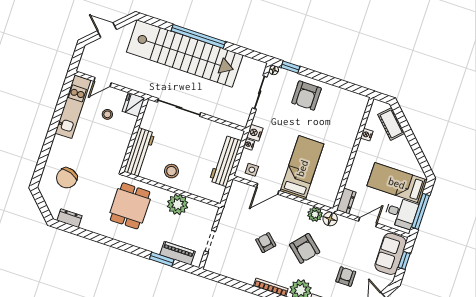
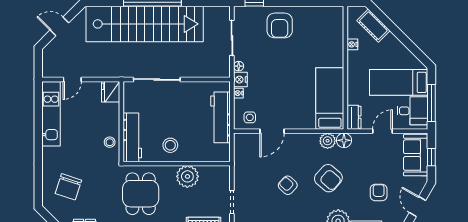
floor lamp: (274, 70) -> (239, 66), moved
stool: (107, 114) -> (110, 142), moved
bed: (302, 168) -> (330, 99), moved

